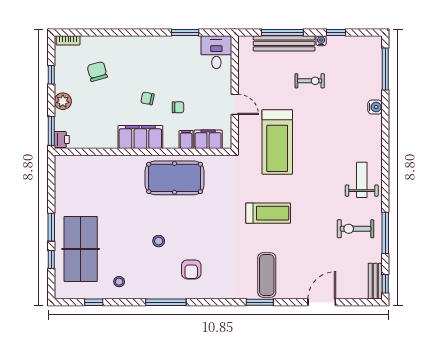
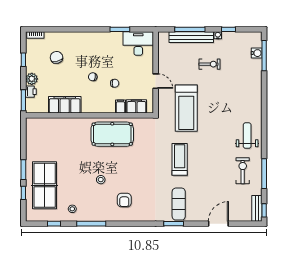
desk: (216, 52) -> (138, 44), width x1.37
water cooler: (375, 107) -> (257, 53), moved
filing cabinet: (140, 137) -> (65, 105), moved
printer: (62, 139) -> (31, 92), moved
treadmill: (268, 213) -> (180, 159), turned -90
exercise bike: (356, 229) -> (243, 171), turned 90
window: (166, 302) -> (91, 224), moved

